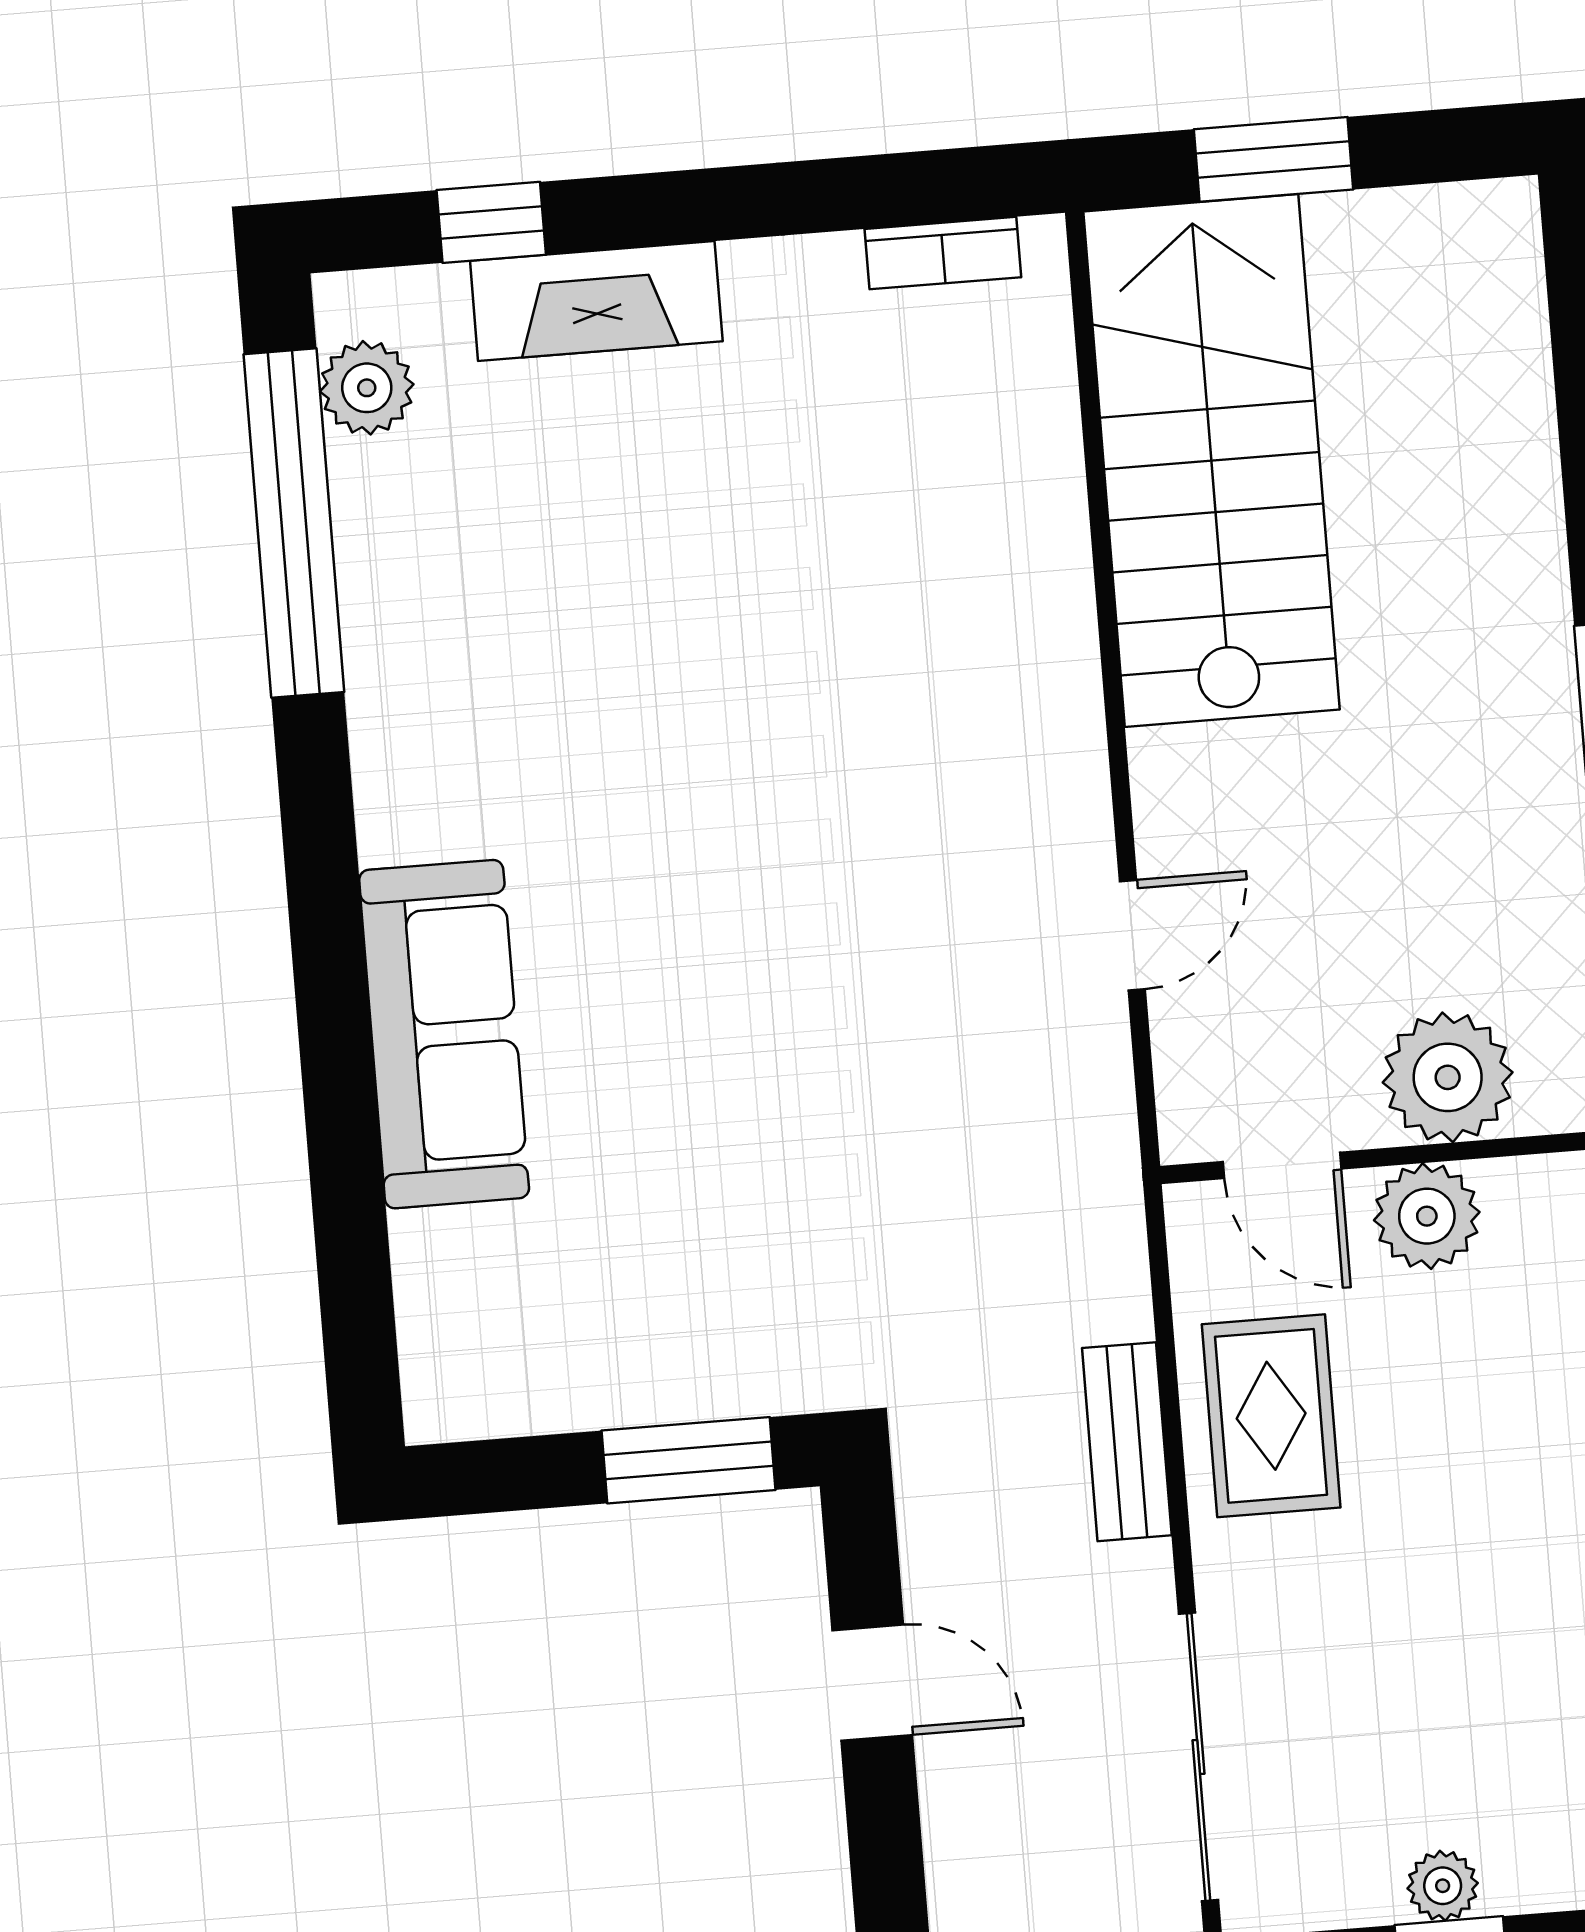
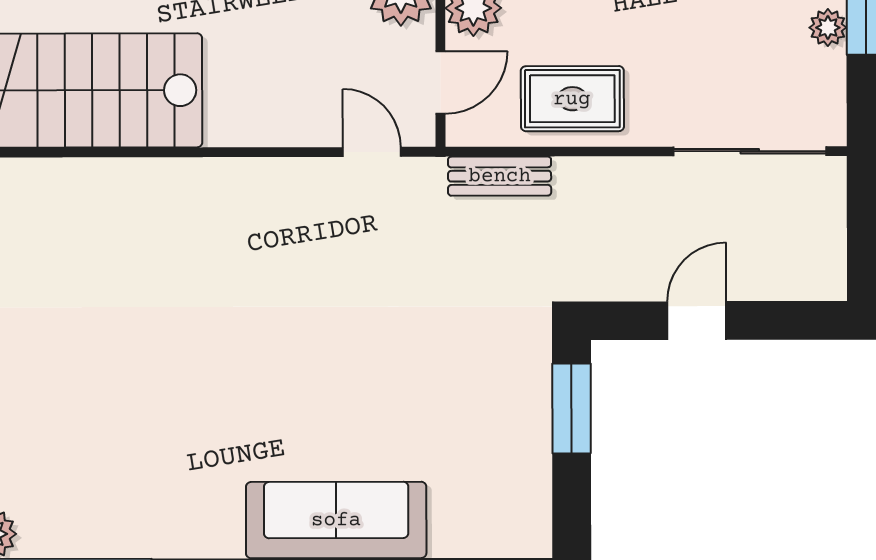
door: (1132, 935) -> (372, 152), moved
bench: (1127, 1442) -> (500, 176), moved

